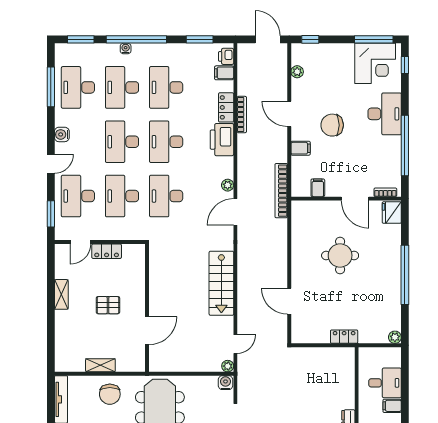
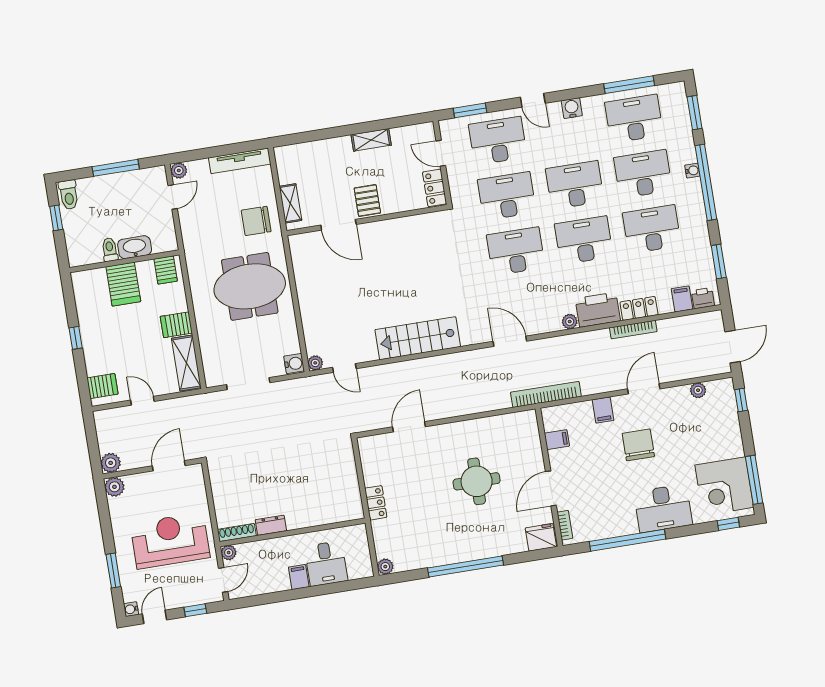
plant: (228, 185) -> (570, 322), moved
wall: (147, 308) -> (367, 220), moved
door: (147, 331) -> (338, 225), moved

